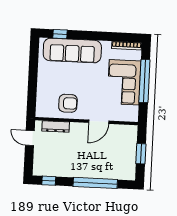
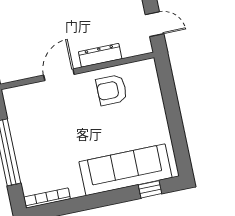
corner sofa: (124, 82) -> (37, 143), removed
dresser: (56, 127) -> (100, 55), moved

